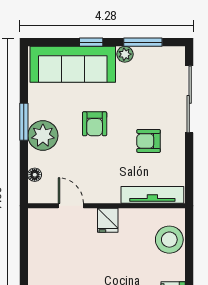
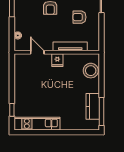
plant: (43, 136) -> (22, 14), removed
tv unit: (152, 195) -> (70, 46), moved

